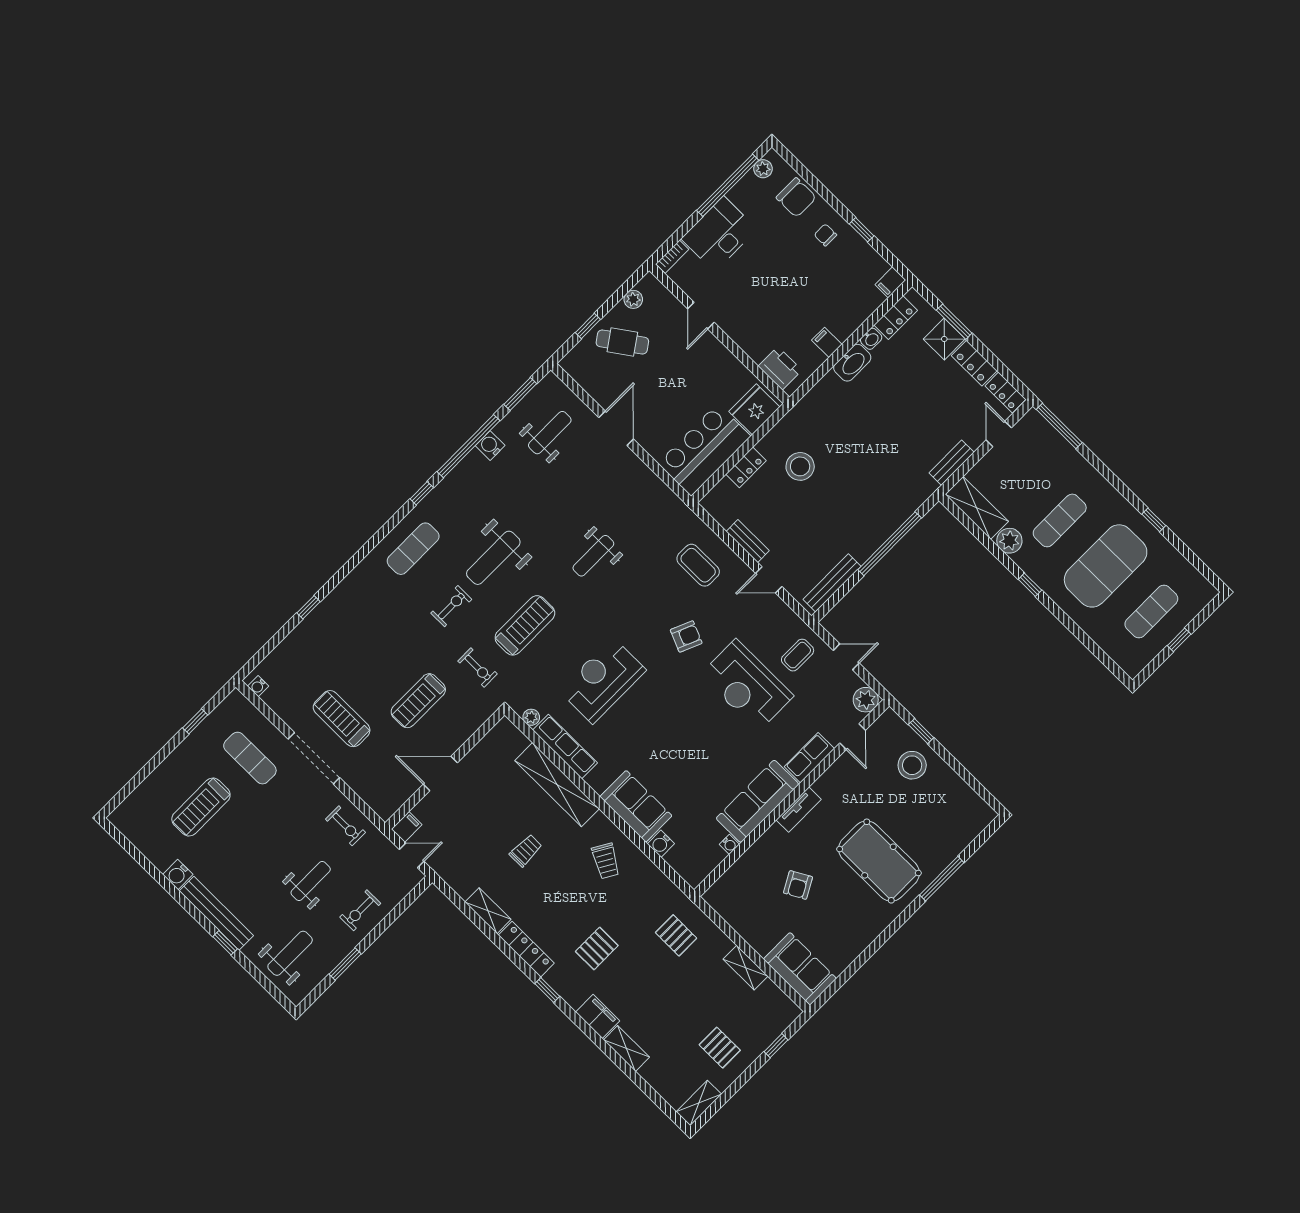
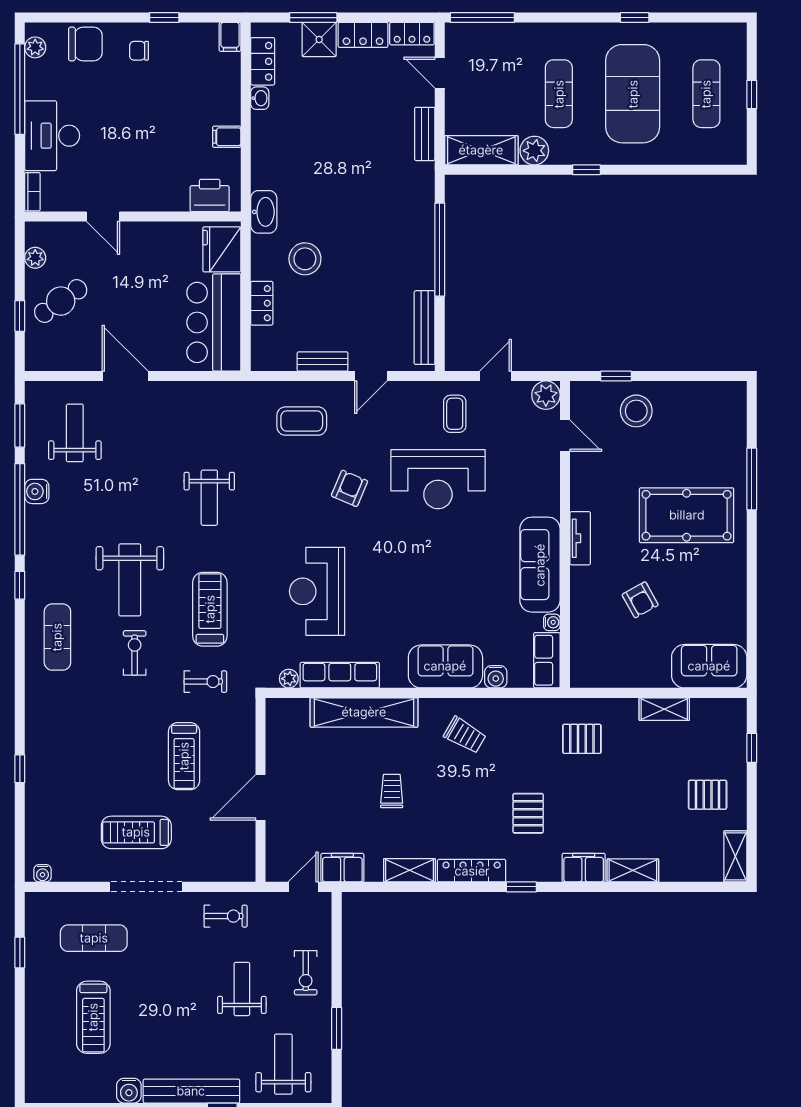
washbasin: (852, 363) -> (264, 212), moved
row of seats: (809, 758) -> (547, 660), moved
filing cabinet: (407, 827) -> (342, 868), moved, width x2.00

